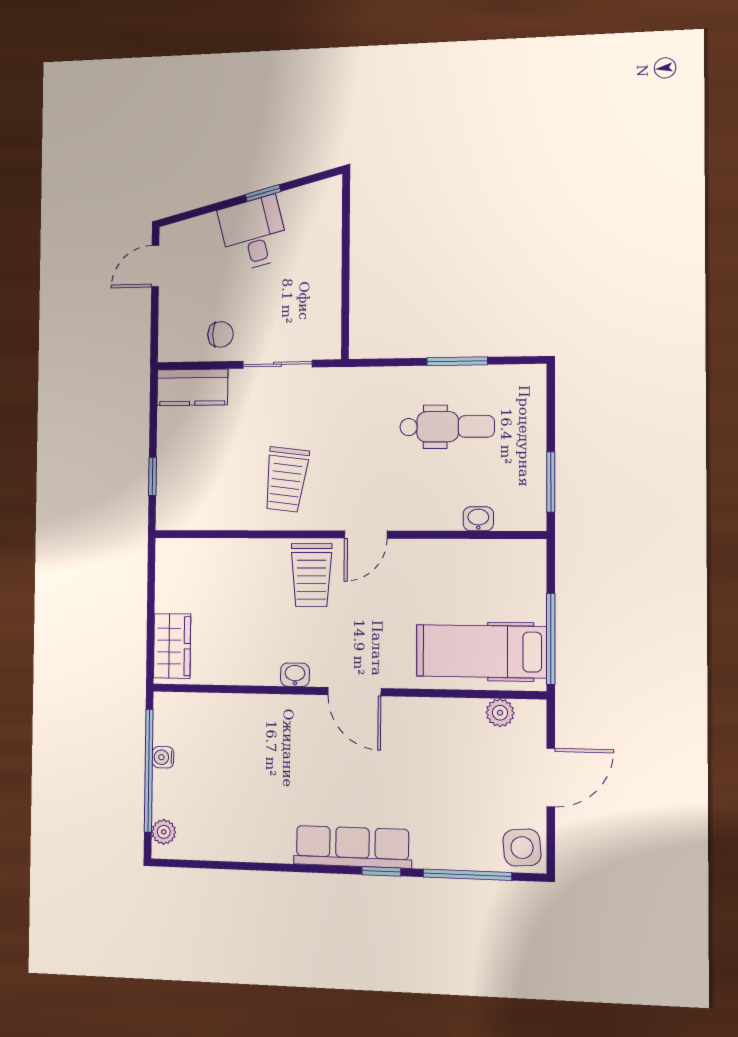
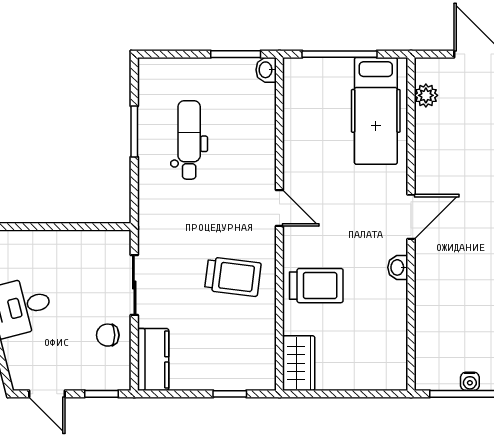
window: (154, 328) -> (101, 394), added
chair: (221, 334) -> (108, 335), turned -90
washbasin: (478, 519) -> (266, 70), moved
trolley: (311, 575) -> (316, 286), moved
window: (551, 639) -> (340, 54), moved
wardrobe: (172, 646) -> (299, 363), moved, turned 90

